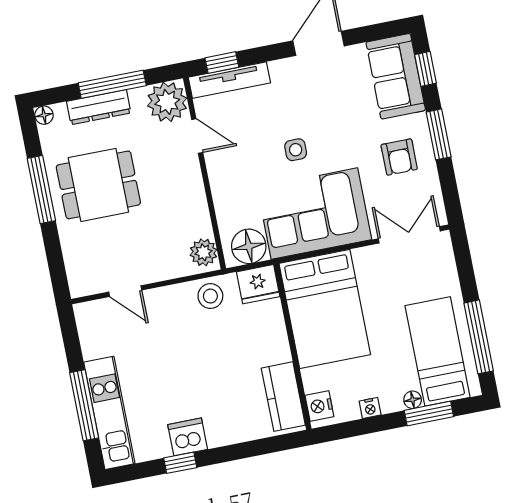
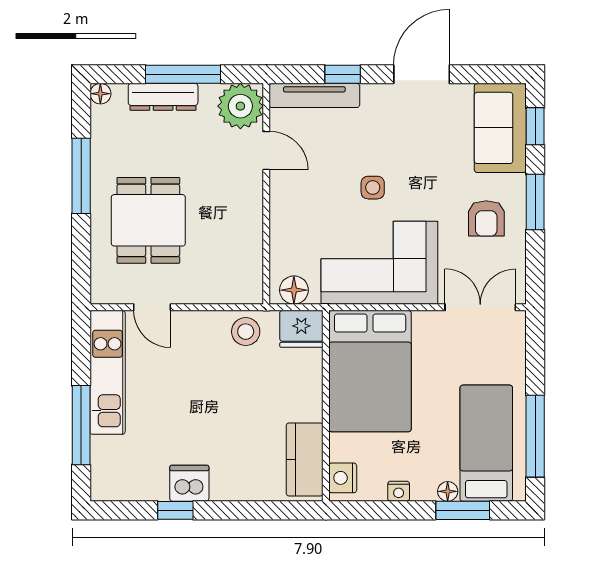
window: (222, 63) -> (343, 74), moved
dining table: (98, 185) -> (148, 220), moved, turned 90
floor lamp: (249, 246) -> (294, 290), width x0.73, depth x0.73
plant: (203, 252) -> (248, 281), removed
kitchen unit: (109, 413) -> (108, 372), moved

